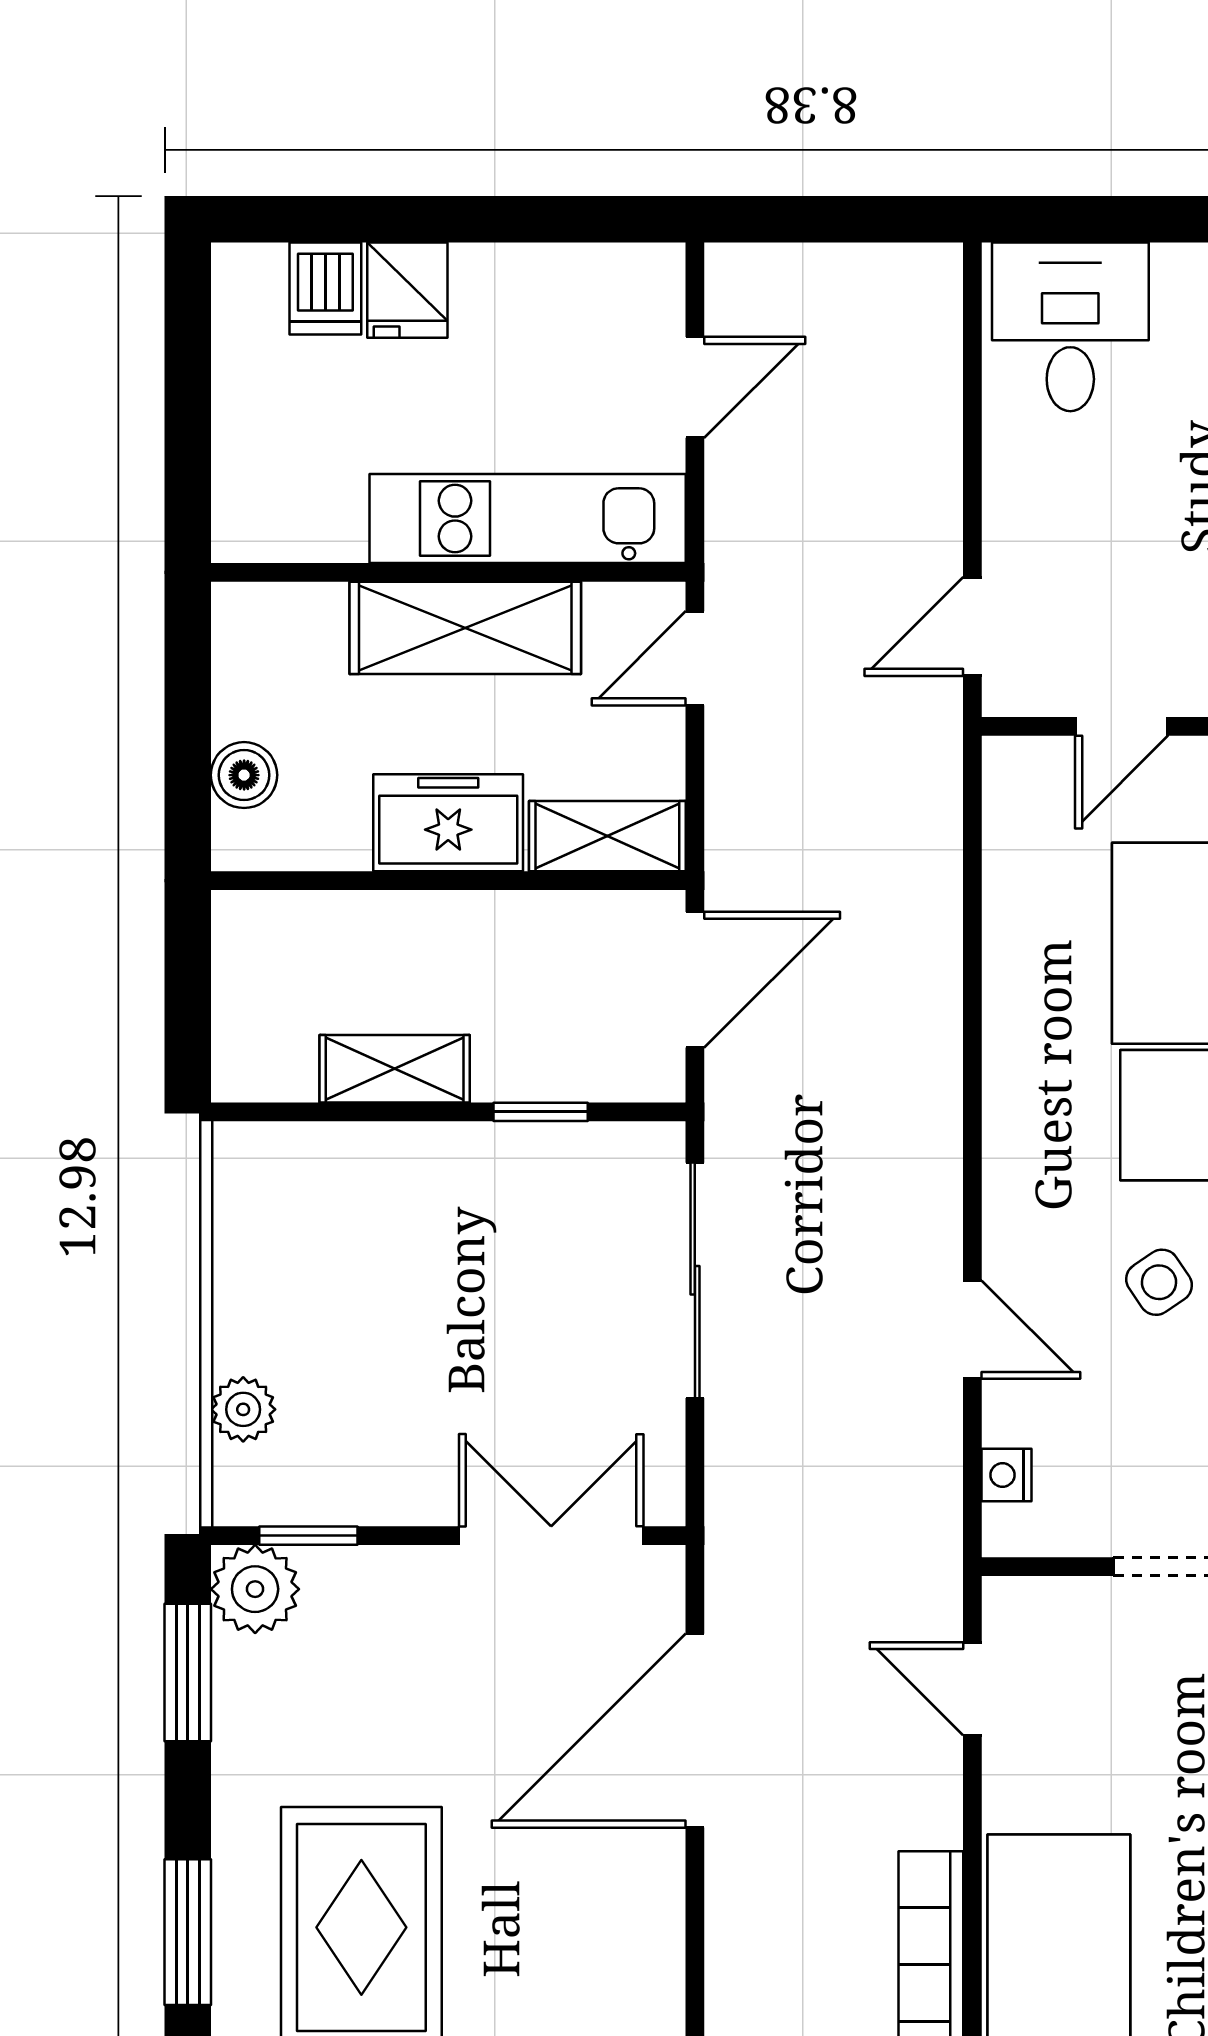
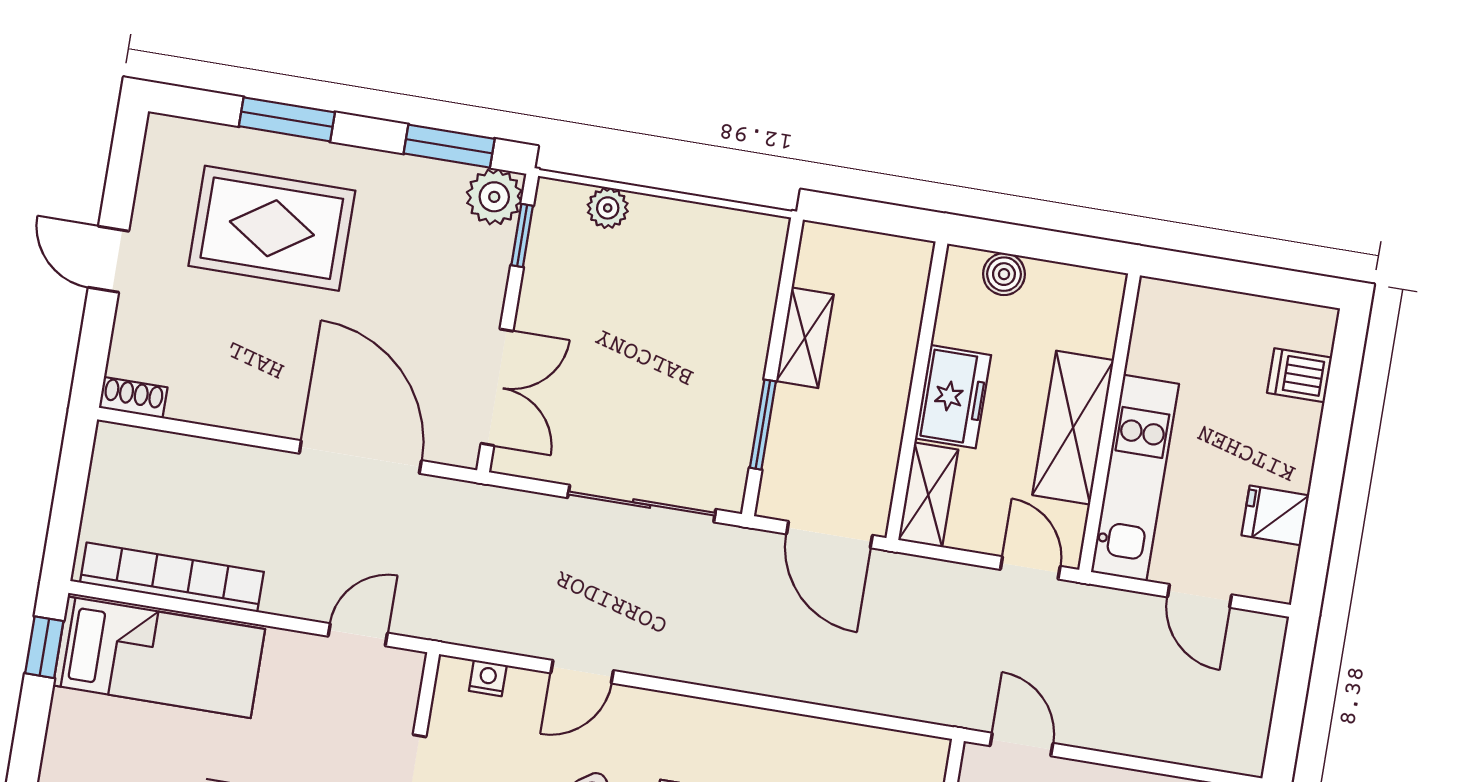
fridge: (407, 290) -> (1275, 515), moved
window: (541, 1112) -> (763, 425), width x1.50

